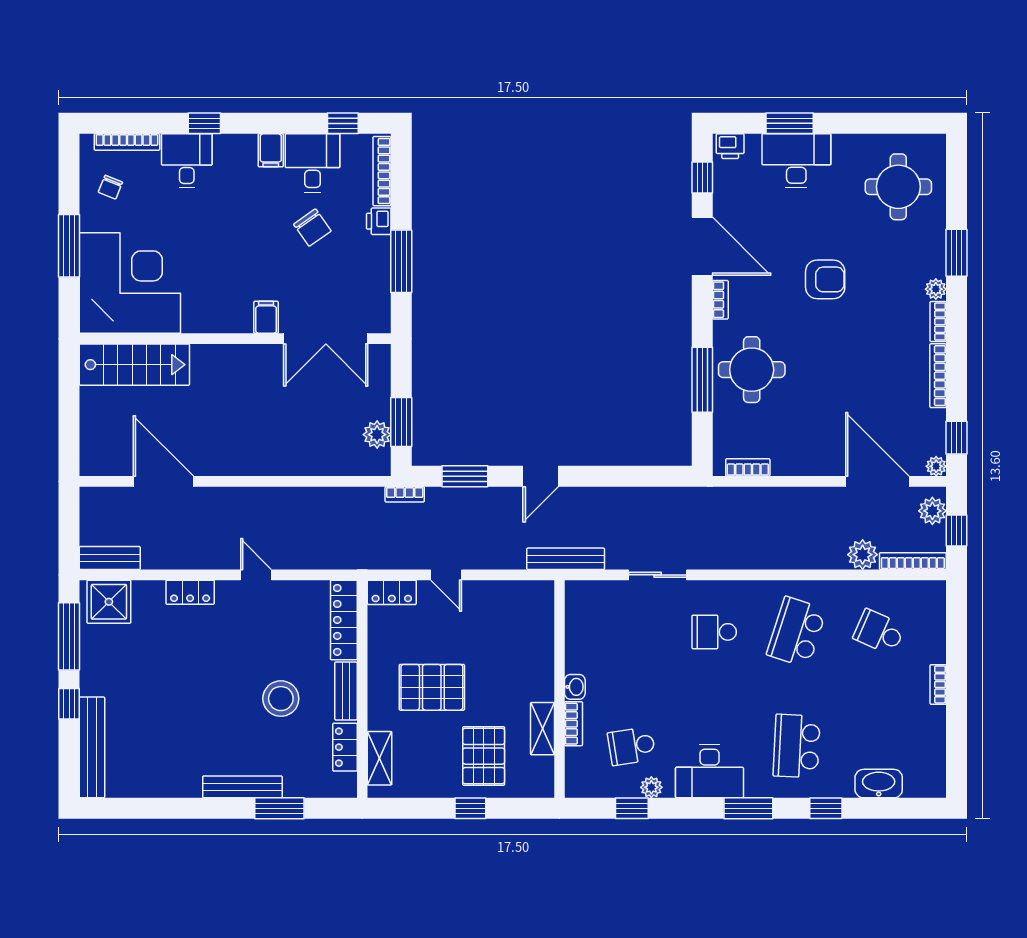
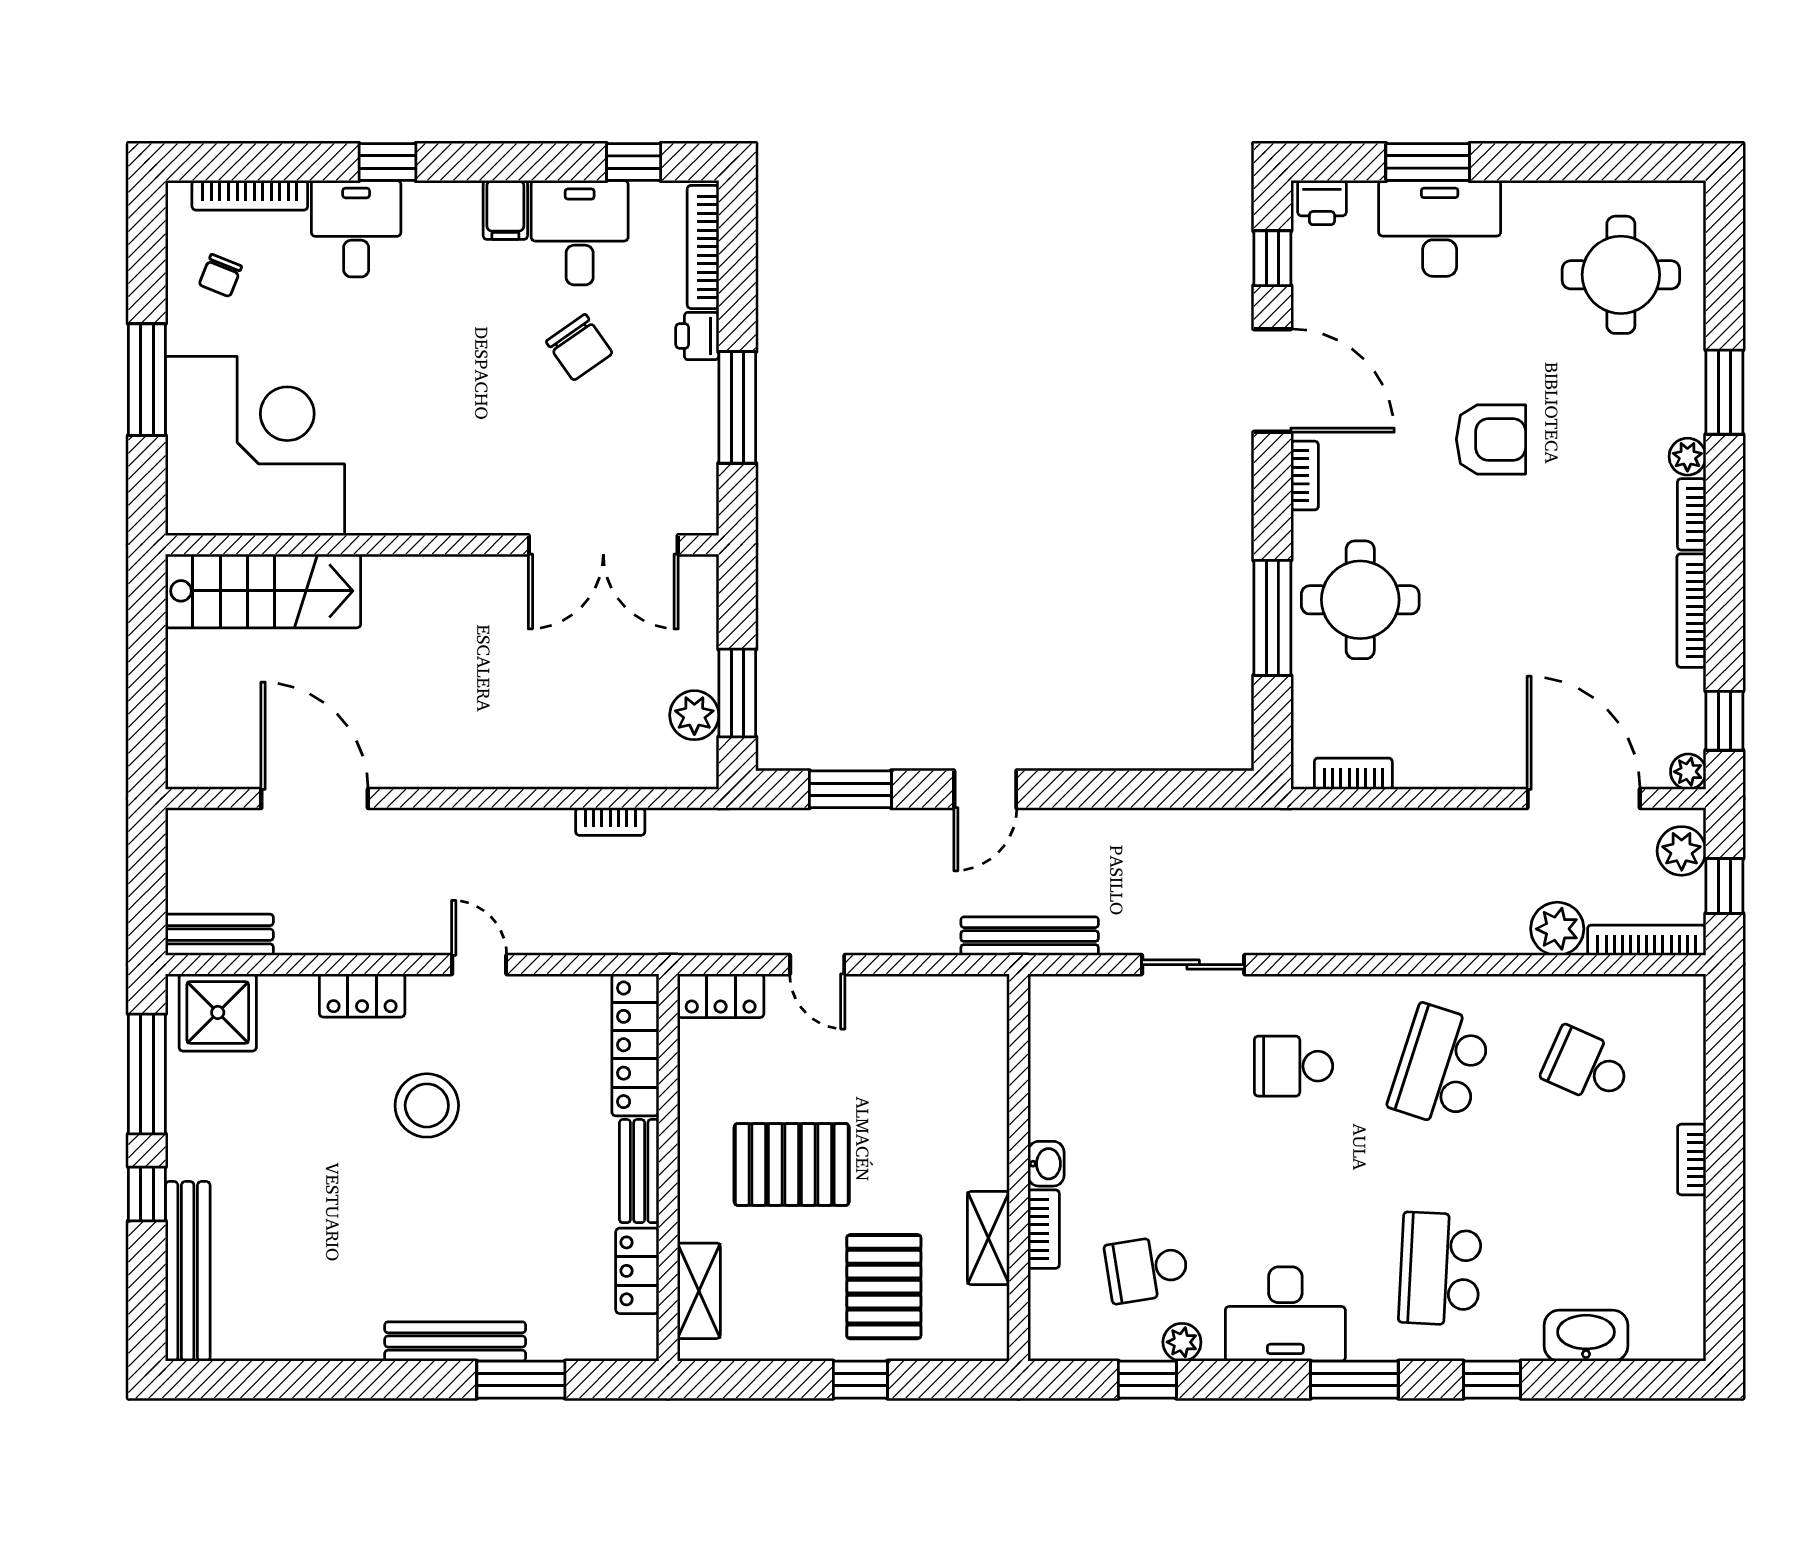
filing cabinet: (266, 317) -> (497, 507), removed
bookcase: (405, 494) -> (610, 822), moved
stool: (281, 699) -> (427, 1105), moved

